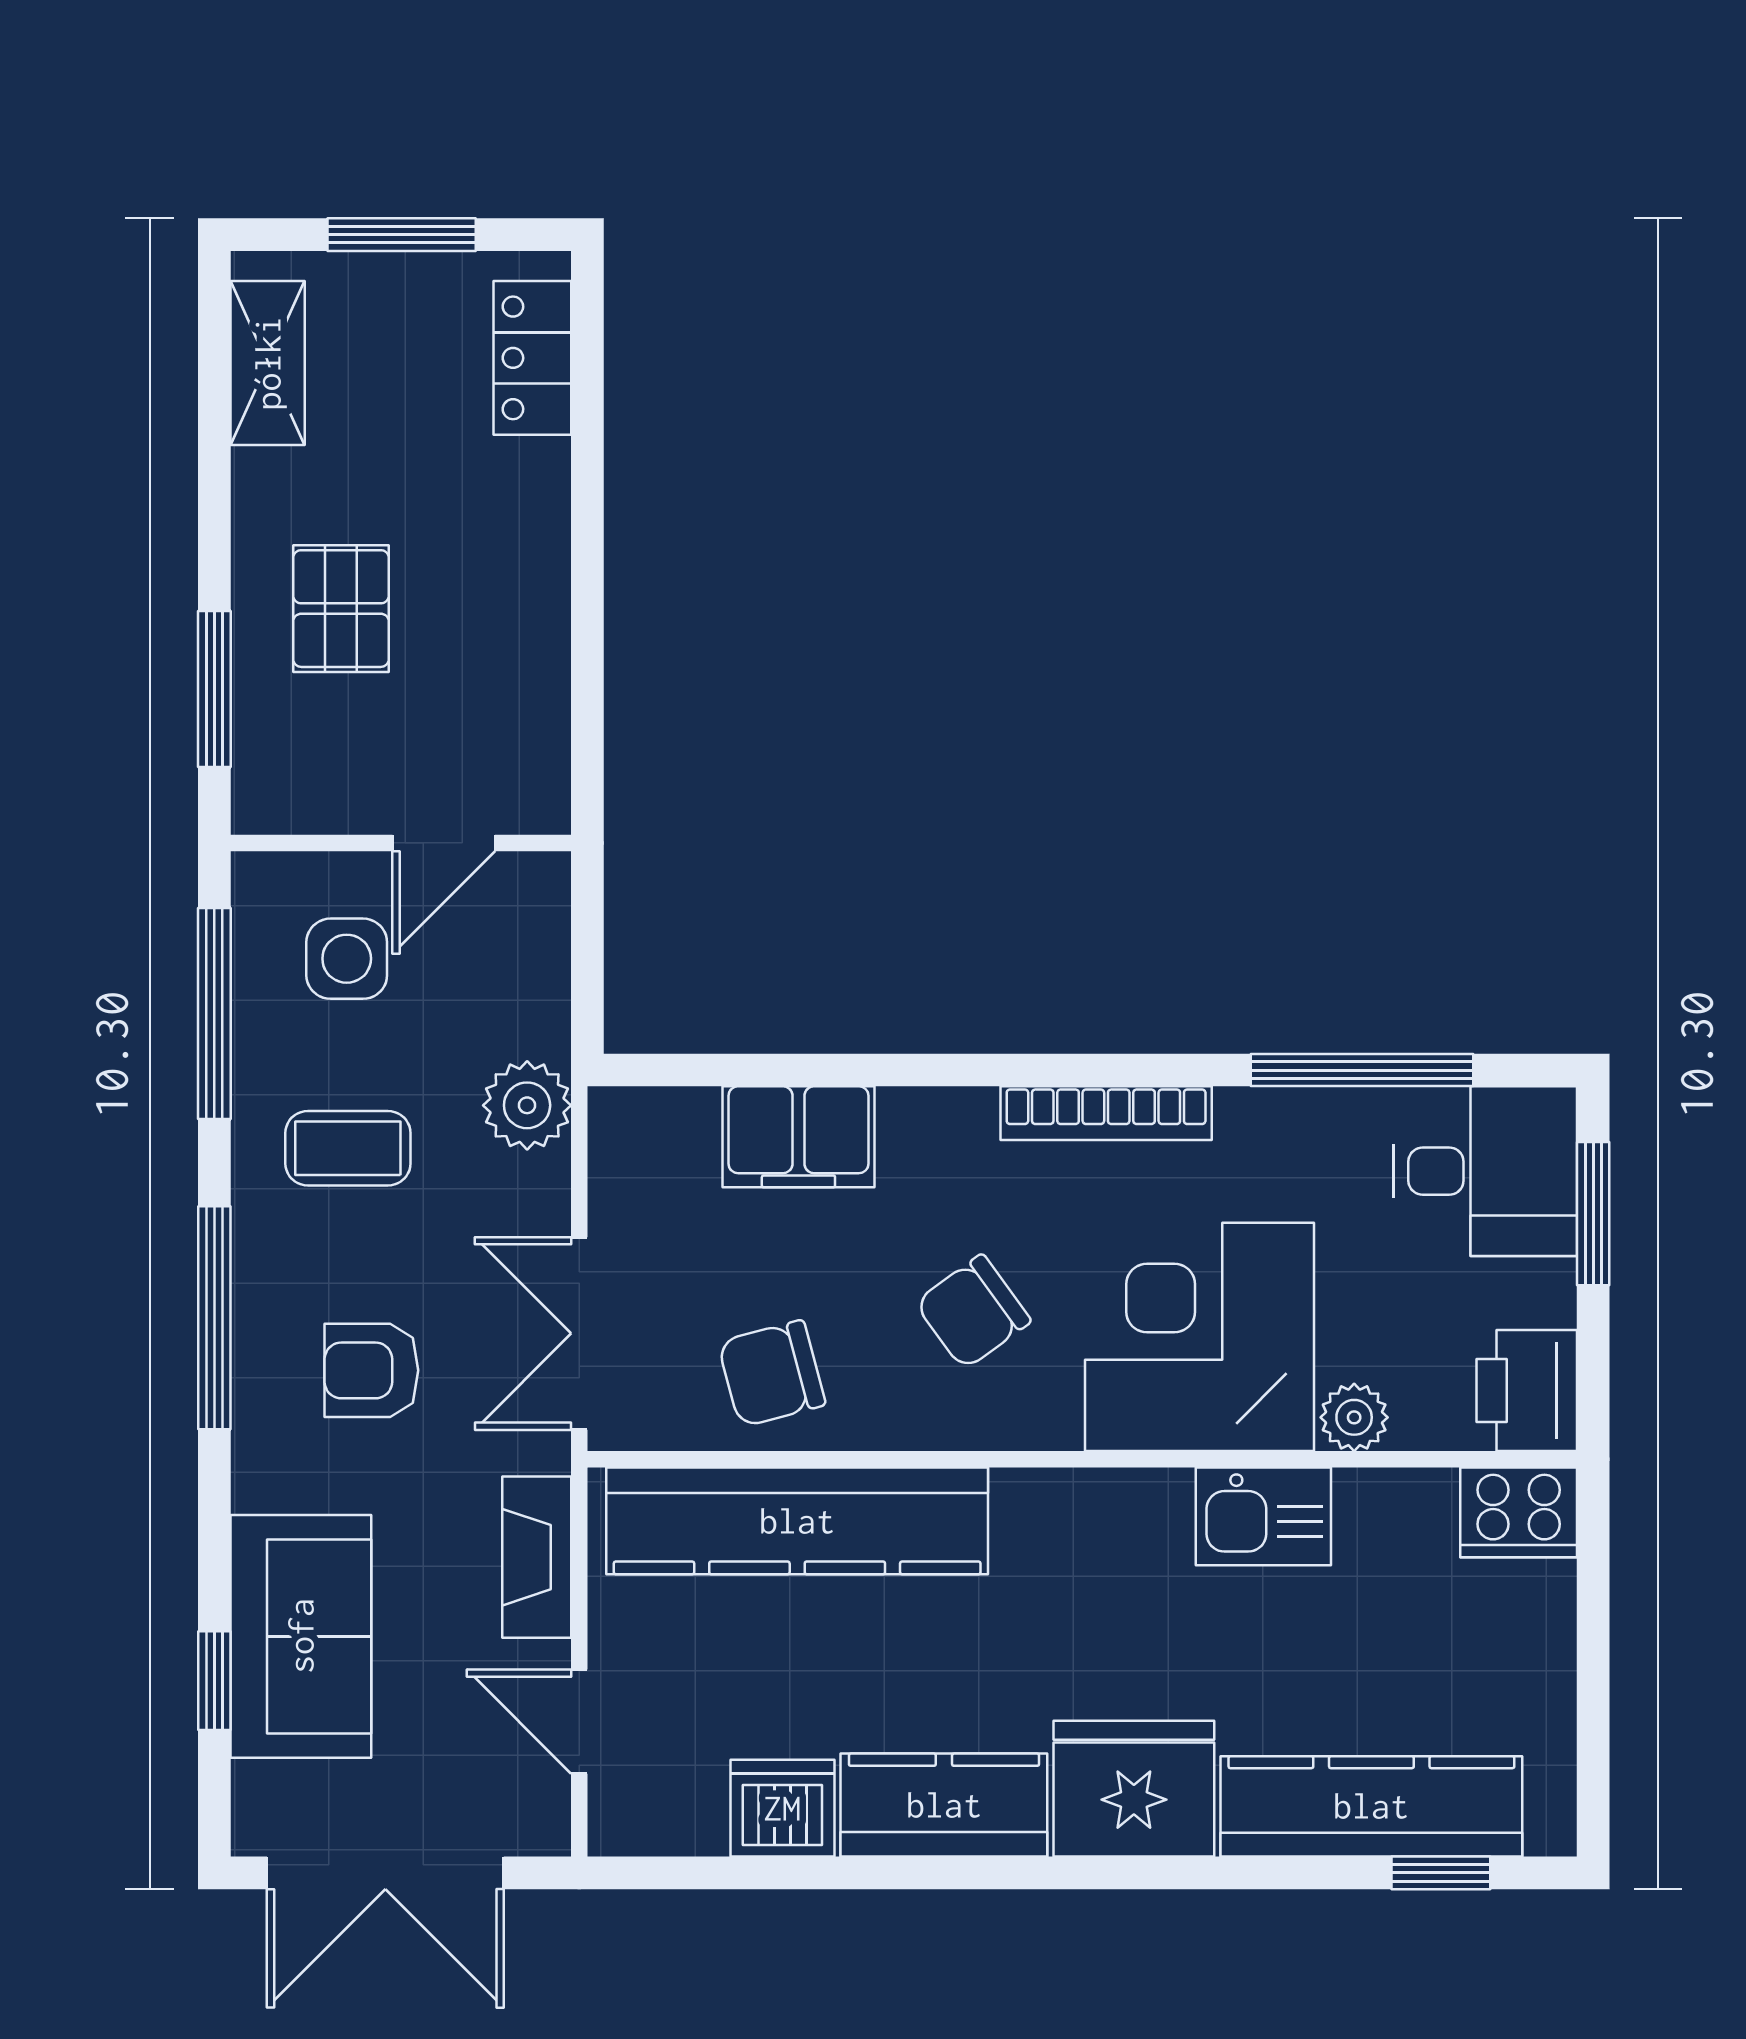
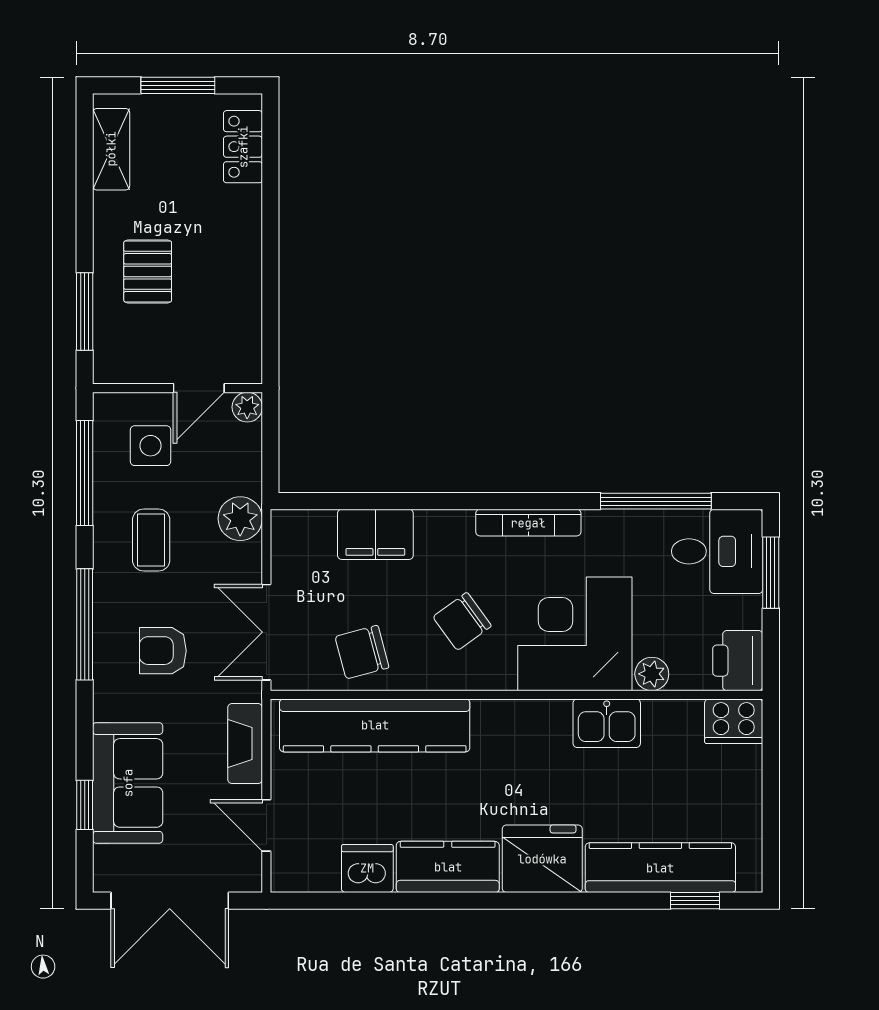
plant: (541, 881) -> (247, 407), added
coffee table: (348, 1148) -> (151, 540), turned 90

